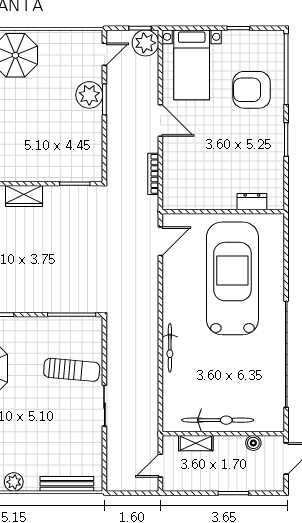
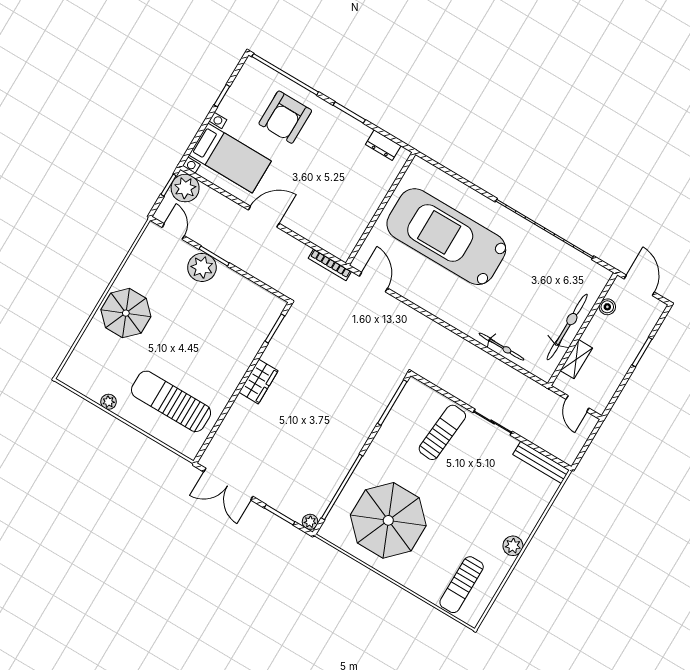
bookcase: (153, 174) -> (330, 265), moved
dresser: (252, 202) -> (383, 145), moved, turned -90
bicycle: (170, 348) -> (502, 347), moved
bench: (67, 484) -> (541, 462), moved, turned 90

